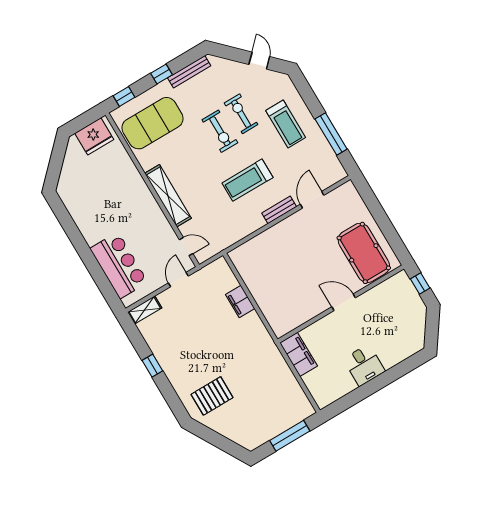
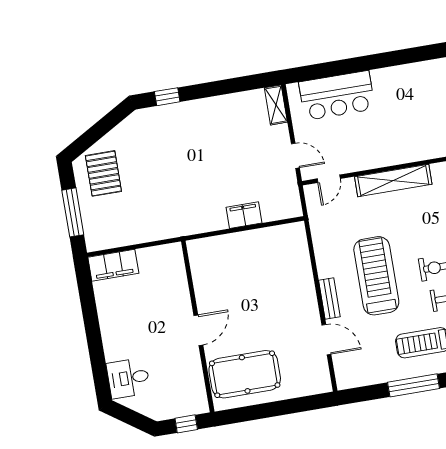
window: (331, 134) -> (413, 385), moved
treadmill: (247, 180) -> (376, 276), width x1.37, depth x1.38
filing cabinet: (299, 354) -> (113, 265), moved
desk: (364, 365) -> (128, 378), moved
window: (152, 366) -> (167, 97), moved
pallet: (212, 396) -> (103, 173), moved

